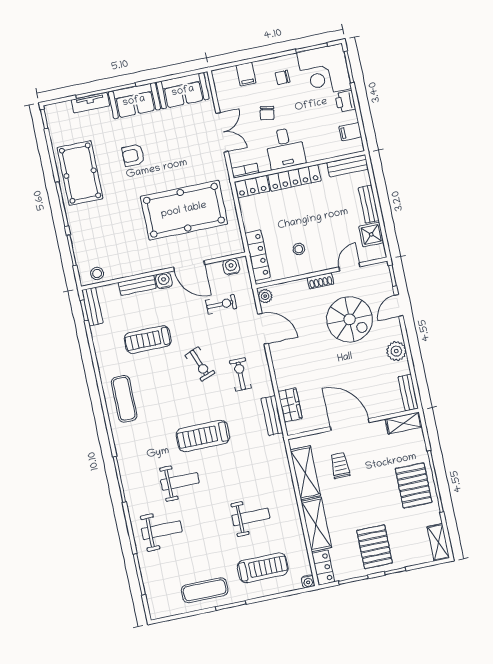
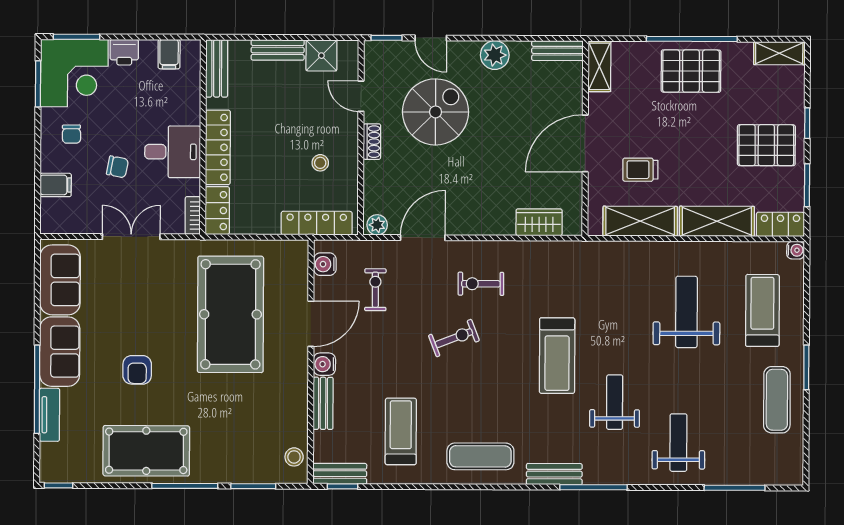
treadmill: (148, 340) -> (401, 431), moved, turned 180
bench: (272, 416) -> (554, 474), moved
weight bench: (251, 517) -> (686, 312), width x1.36, depth x1.33

